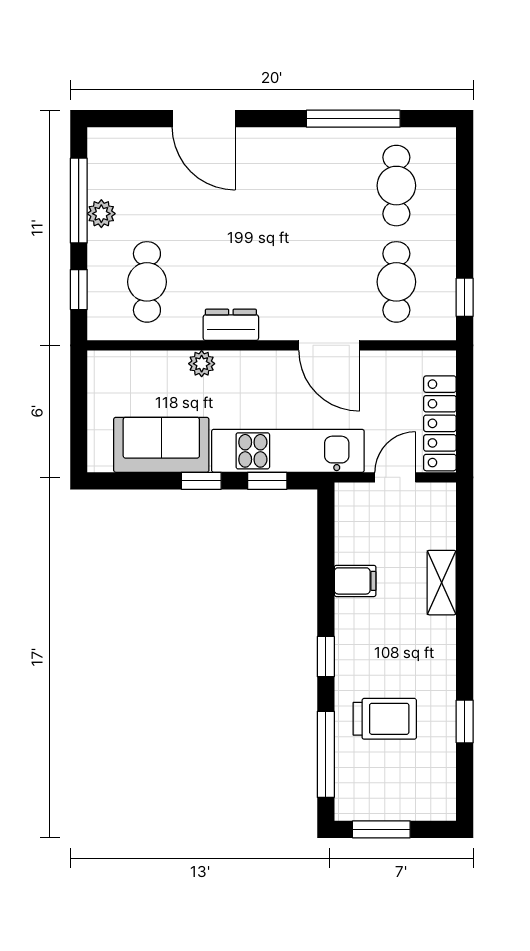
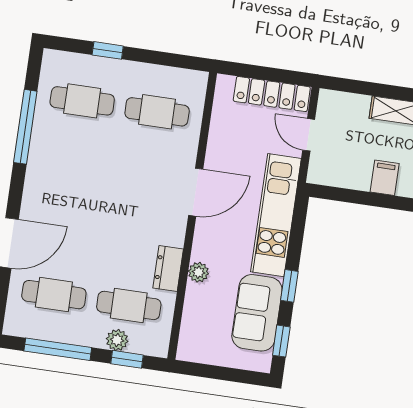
cafe table: (147, 186) -> (54, 295), added
plant: (101, 214) -> (117, 340), moved
window: (465, 297) -> (108, 50), moved
dresser: (231, 325) -> (168, 269), moved
door: (329, 345) -> (196, 192), moved
window: (267, 481) -> (281, 341), moved

